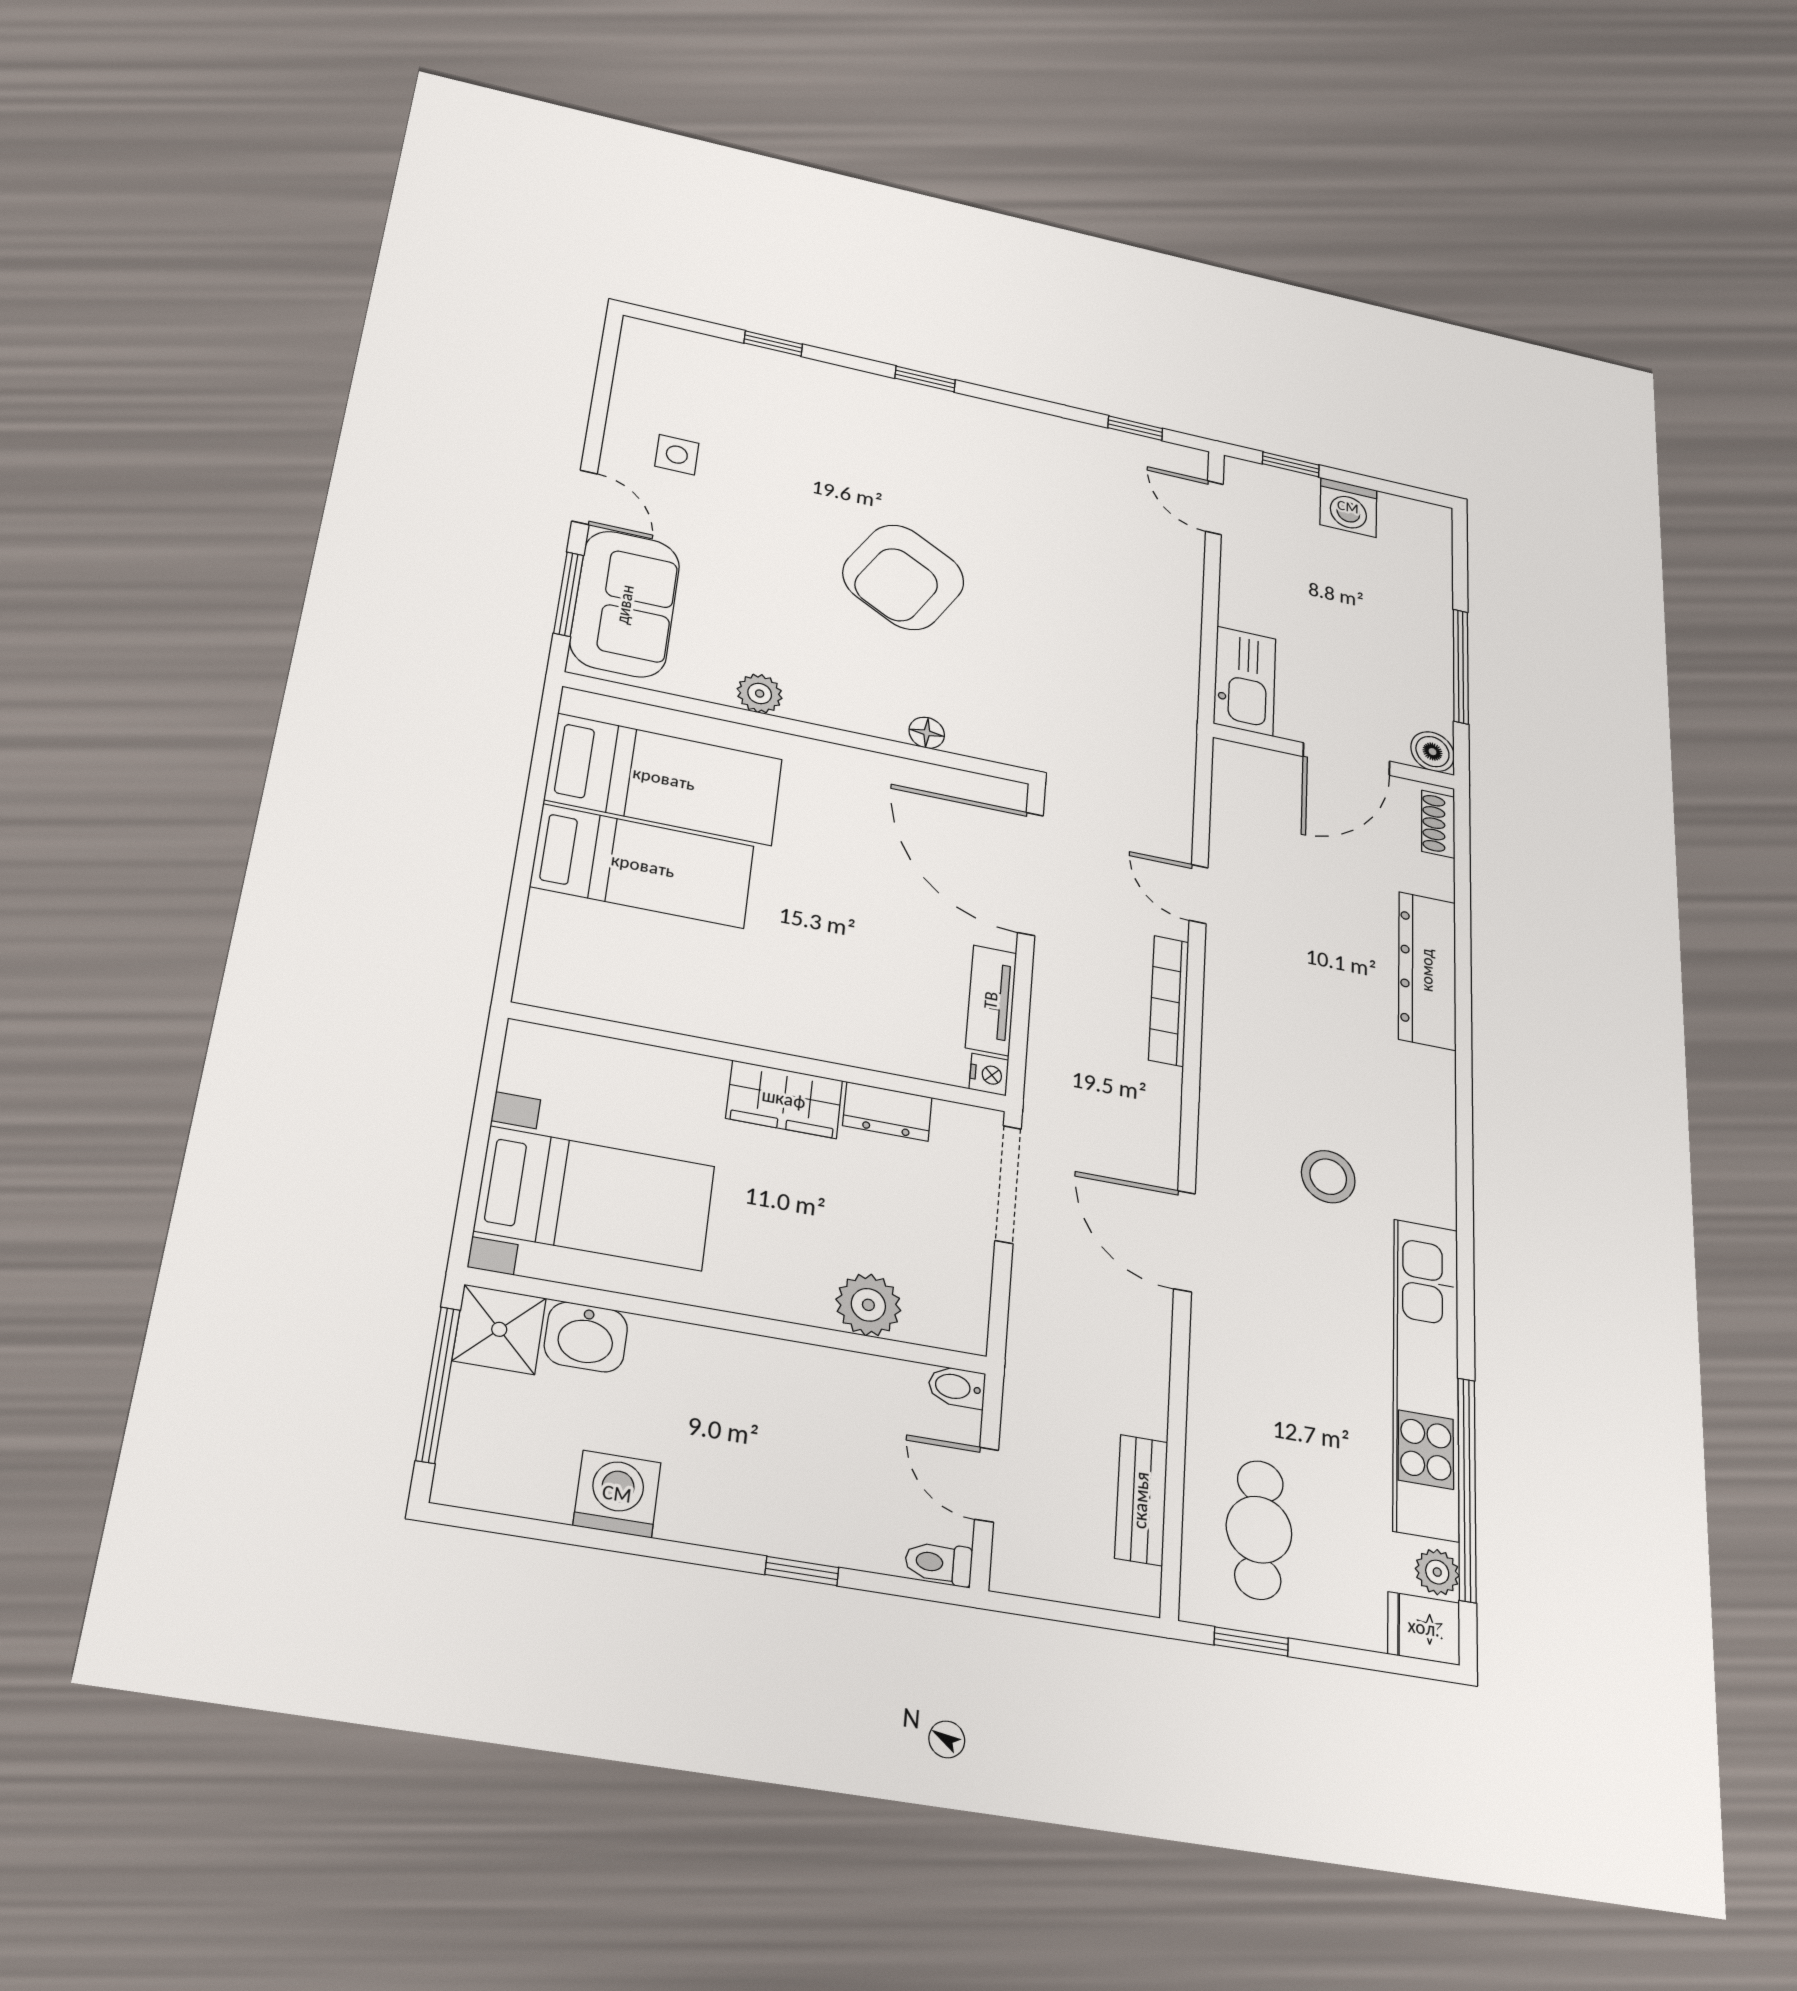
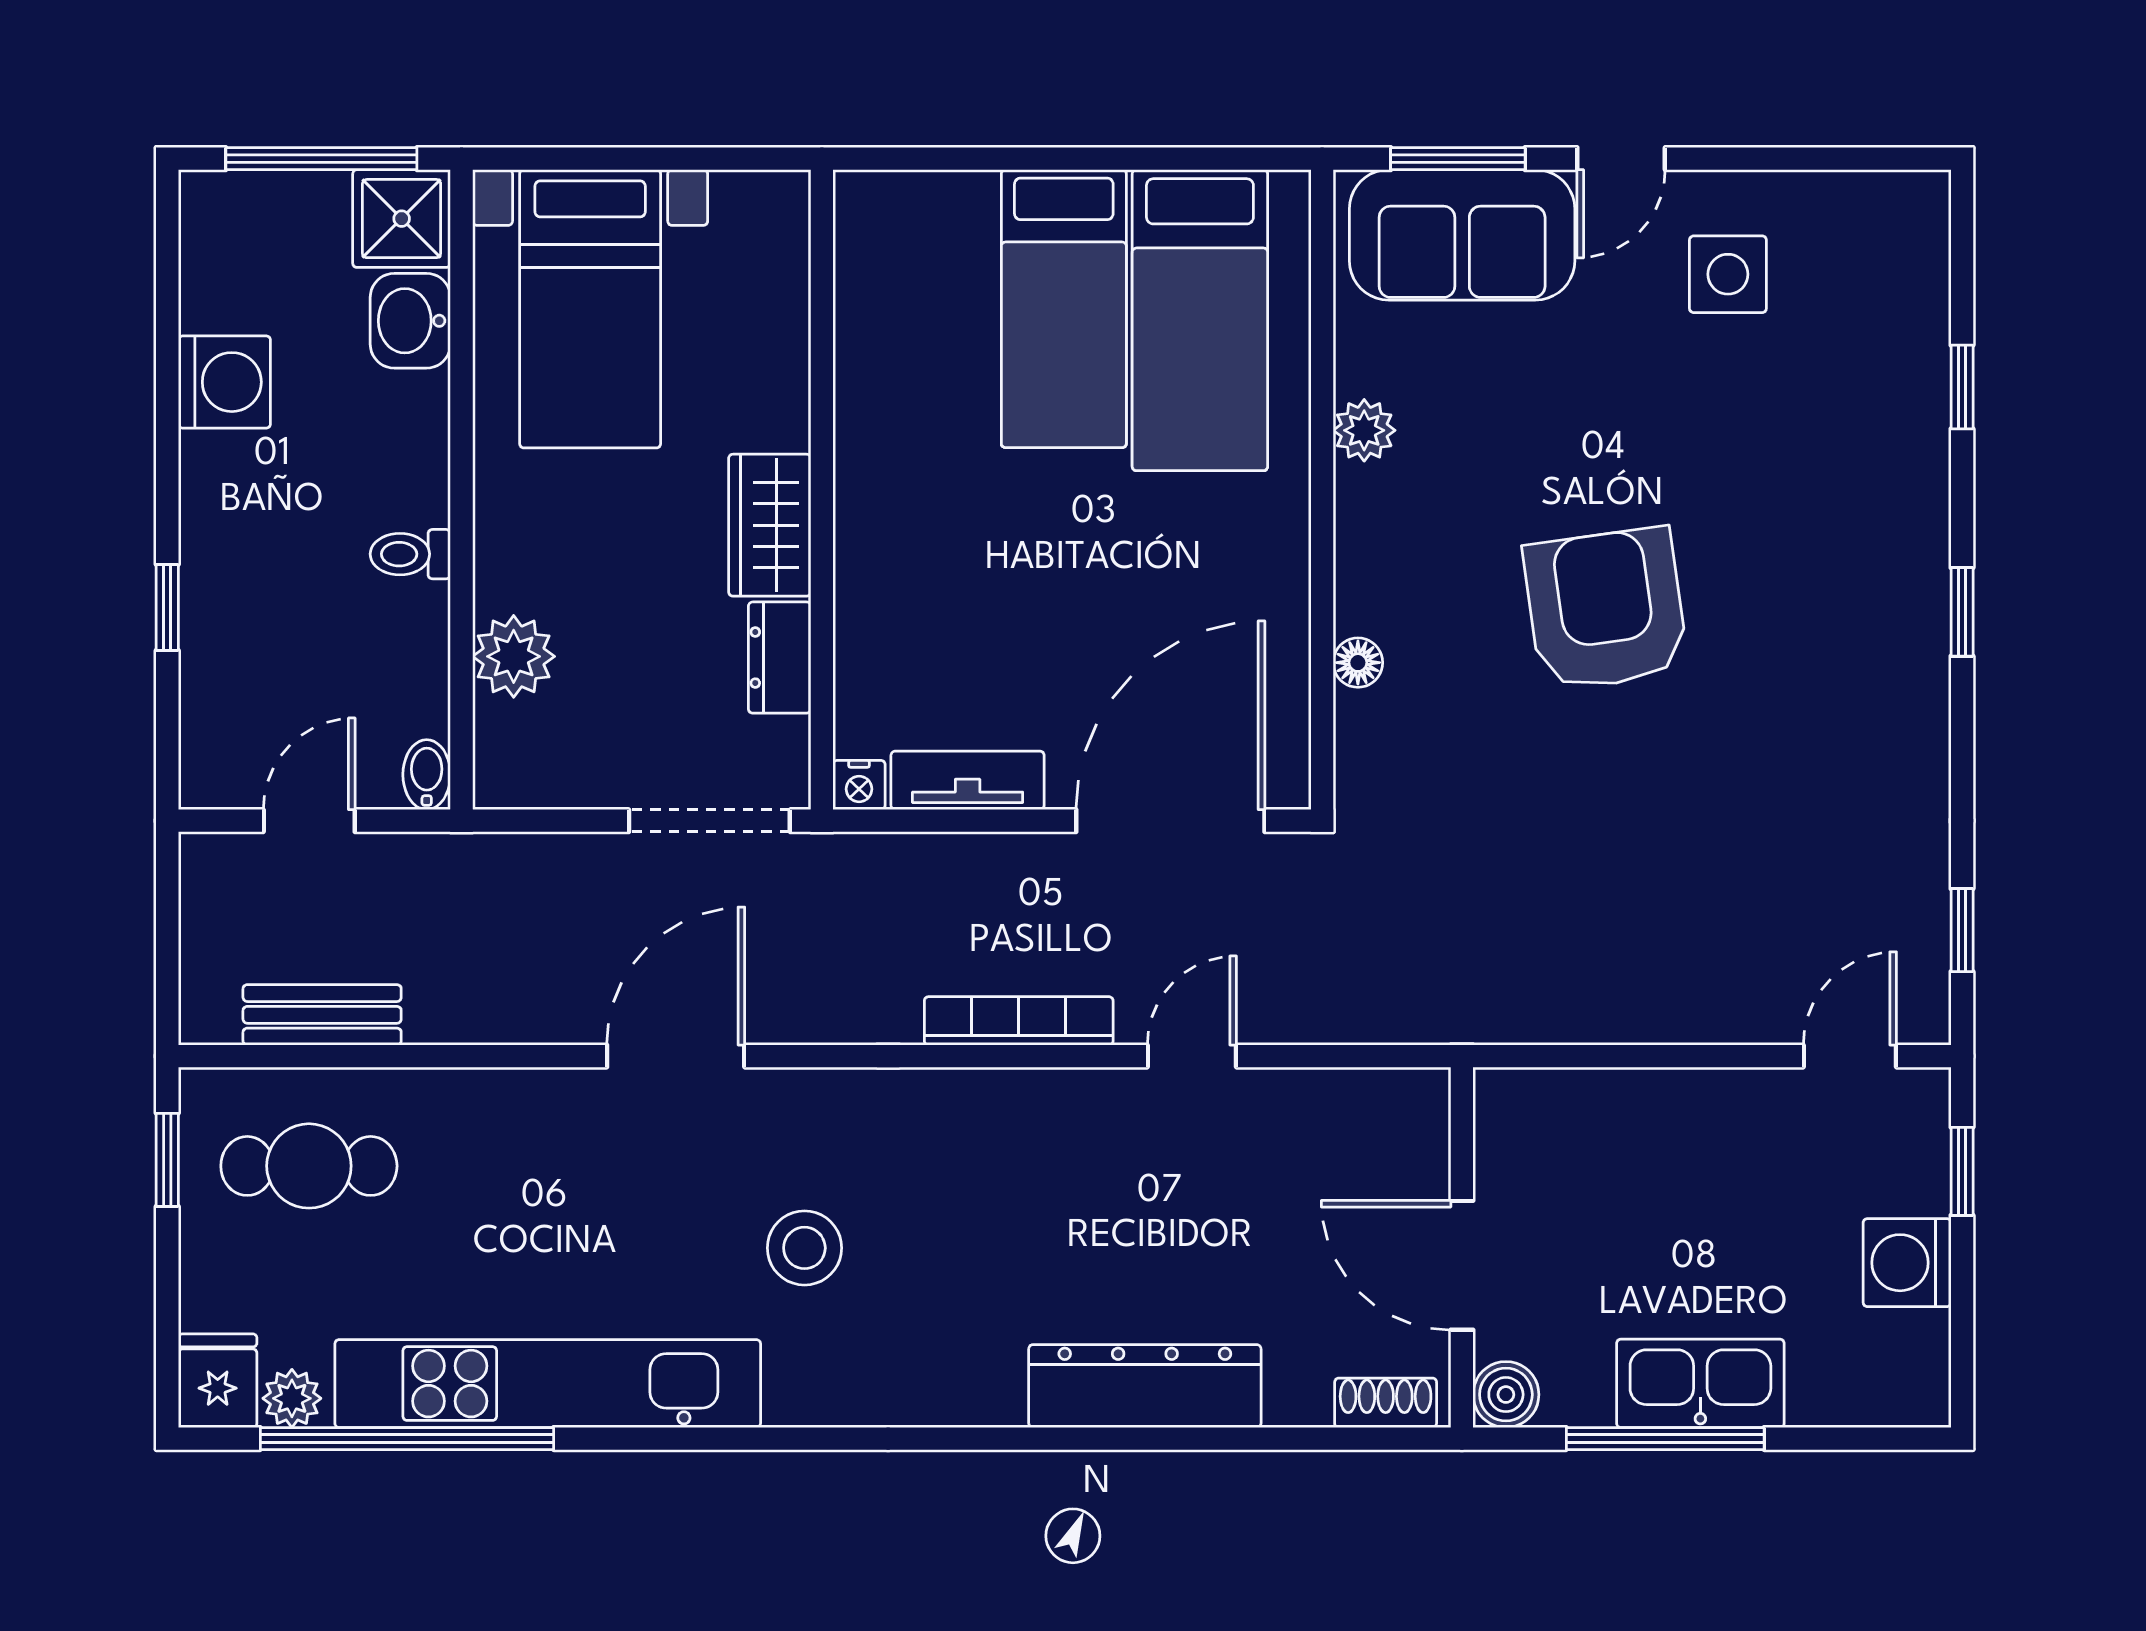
side table: (677, 455) -> (1728, 274), width x1.37, depth x1.37
armchair: (903, 577) -> (1606, 609), turned 52
kitchen sink: (1245, 681) -> (1700, 1383), moved, turned 180
toilet: (939, 1563) -> (410, 554), moved, turned -90

